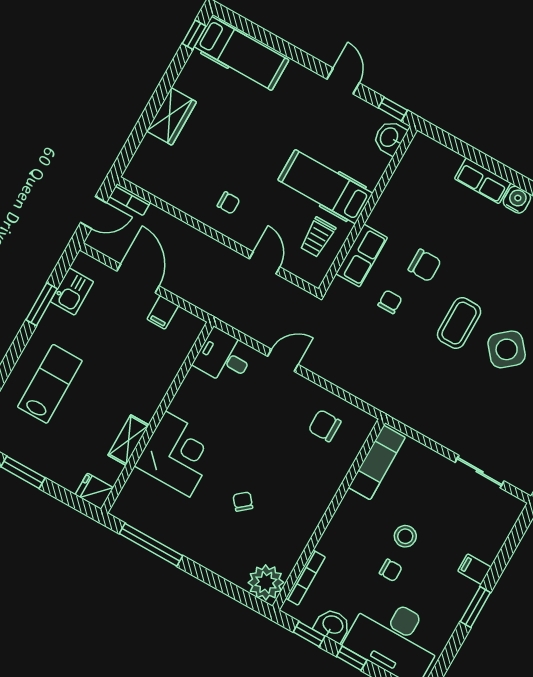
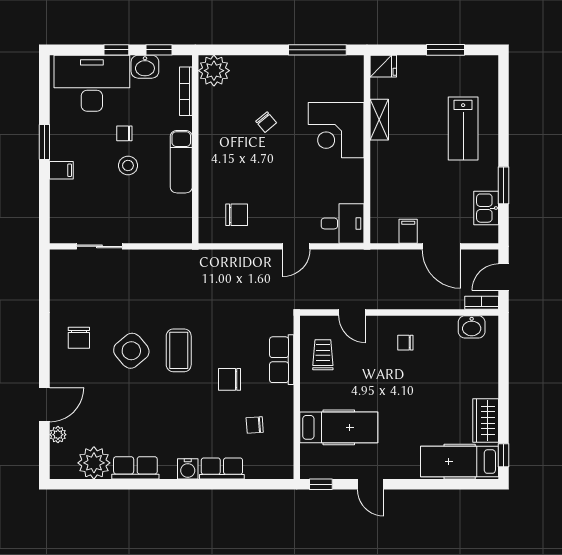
wardrobe: (171, 116) -> (486, 420), moved
washbasin: (390, 138) -> (472, 327), moved, turned 90
hospital bed: (325, 187) -> (339, 427), moved
chair: (390, 302) -> (255, 425), moved, turned 86
exam couch: (377, 462) -> (181, 162), moved

